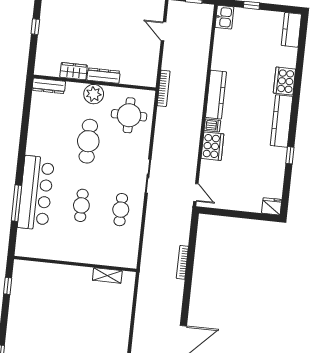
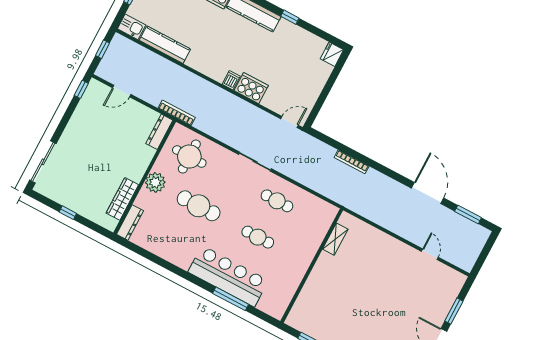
wardrobe: (74, 71) -> (122, 199), width x1.50
dresser: (103, 76) -> (159, 132), moved
kitchen counter: (216, 95) -> (165, 45), moved

